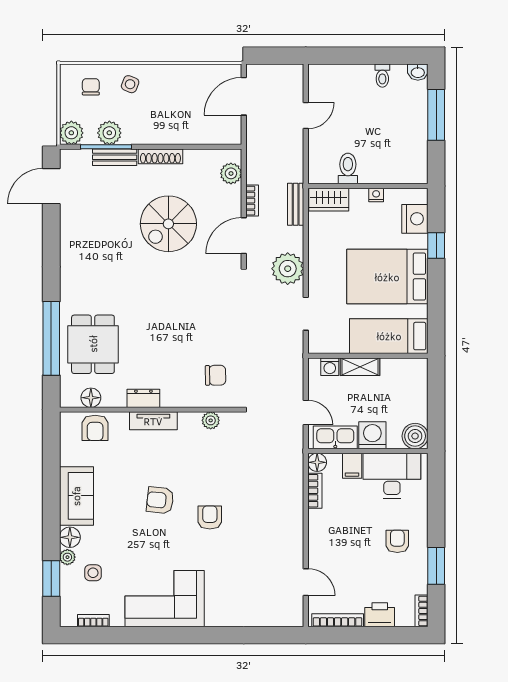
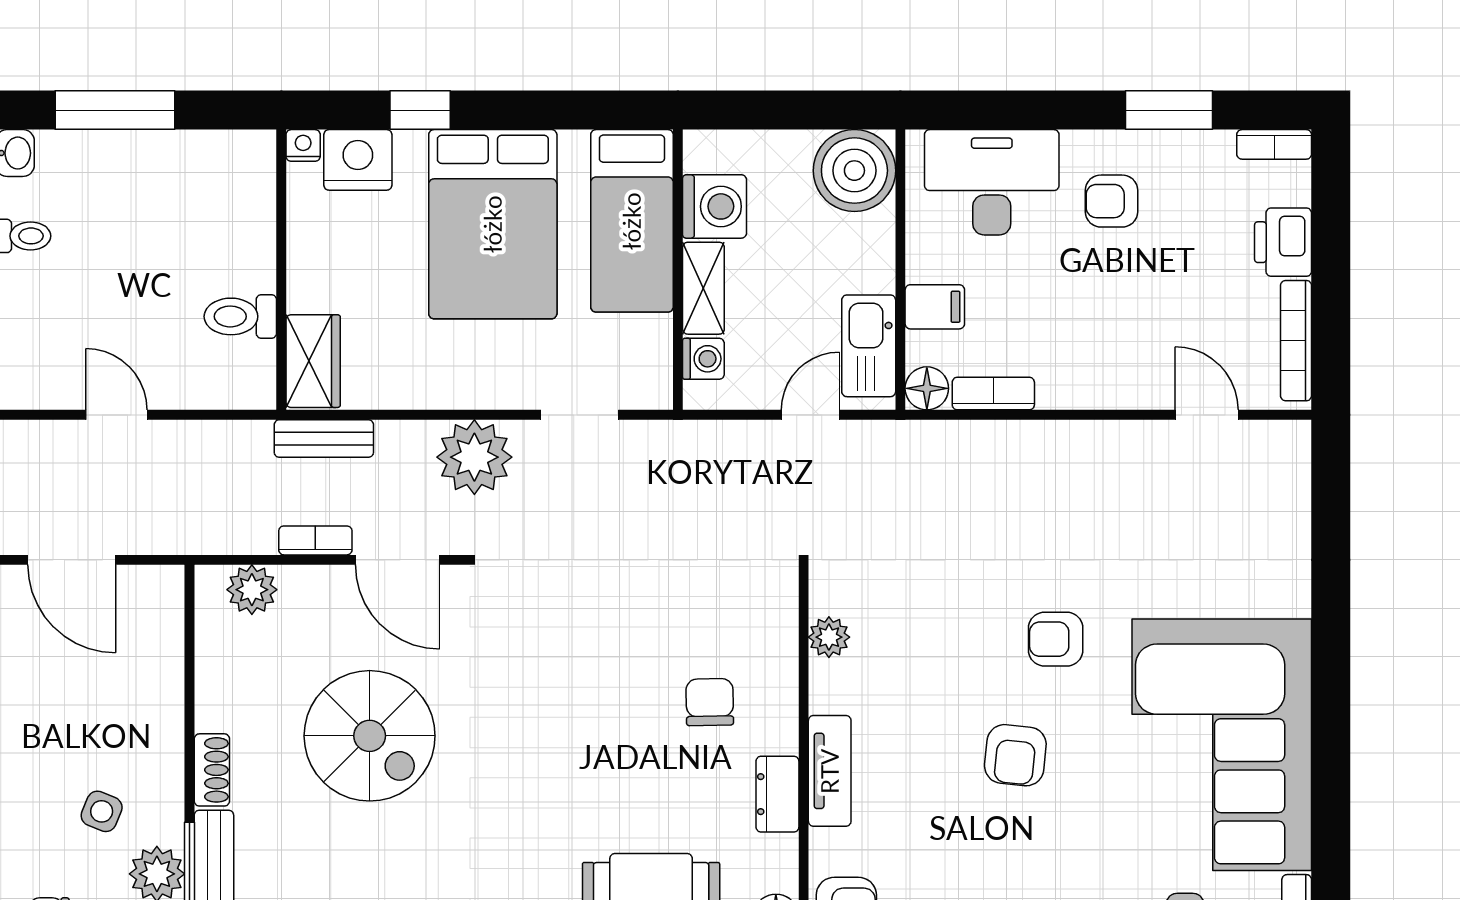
side table: (130, 84) -> (102, 811), moved
shoe rack: (160, 156) -> (212, 770), width x0.70
nightstand: (376, 195) -> (303, 145), moved, turned 90
chair: (216, 375) -> (710, 702), moved
washing machine: (372, 435) -> (715, 206), moved, turned 180
boiler: (415, 436) -> (854, 171), width x1.37, depth x1.37
desk: (392, 476) -> (992, 182), moved, turned 90
door: (306, 582) -> (1207, 415), hinge flipped
corner sofa: (165, 599) -> (1222, 745), width x1.36, depth x1.36

